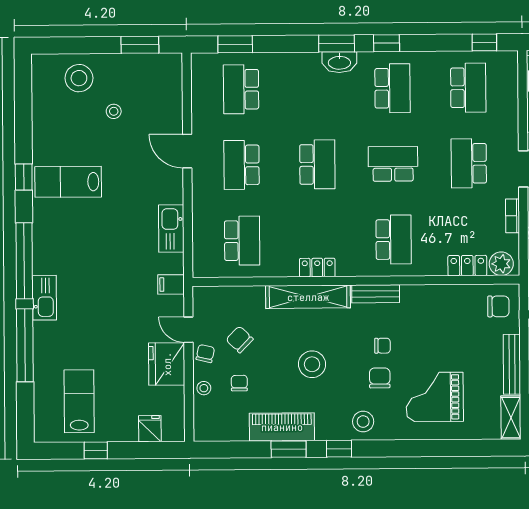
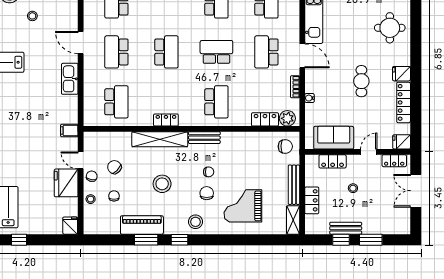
kitchen sink: (171, 229) -> (70, 79), moved
fridge: (150, 429) -> (70, 226), moved

